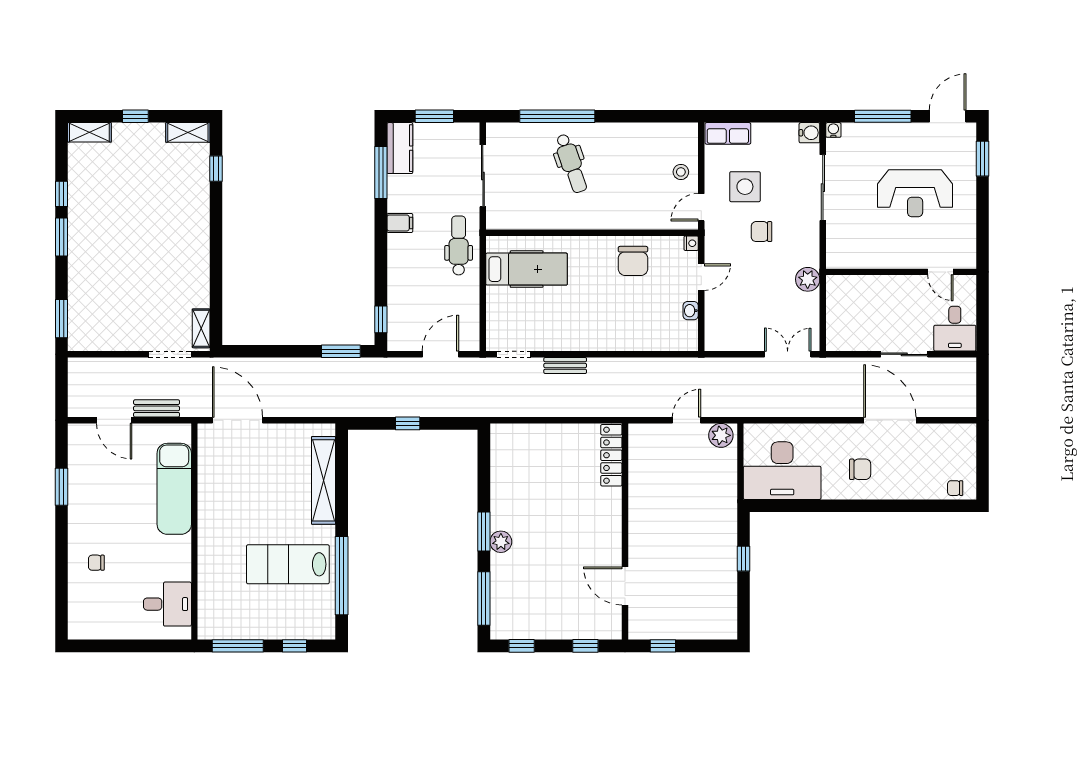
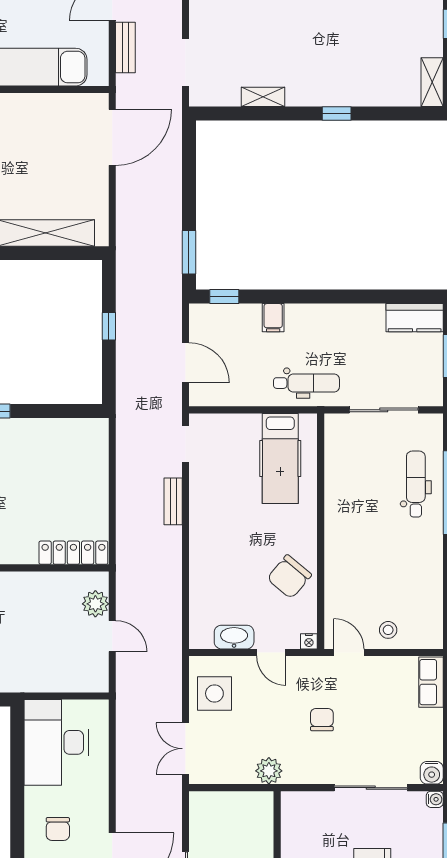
dental chair: (571, 163) -> (416, 484), moved, turned 109
window: (216, 169) -> (337, 113), moved
window: (381, 173) -> (387, 297), removed
side table: (745, 187) -> (214, 693), moved
filing cabinet: (400, 223) -> (273, 318), moved
chair: (633, 261) -> (289, 577), turned -50
washbasin: (691, 311) -> (234, 637), width x1.91, depth x1.45
shelving: (201, 328) -> (263, 97), moved
double door: (788, 354) -> (186, 749), swing flipped
plant: (721, 435) -> (95, 604), moved

